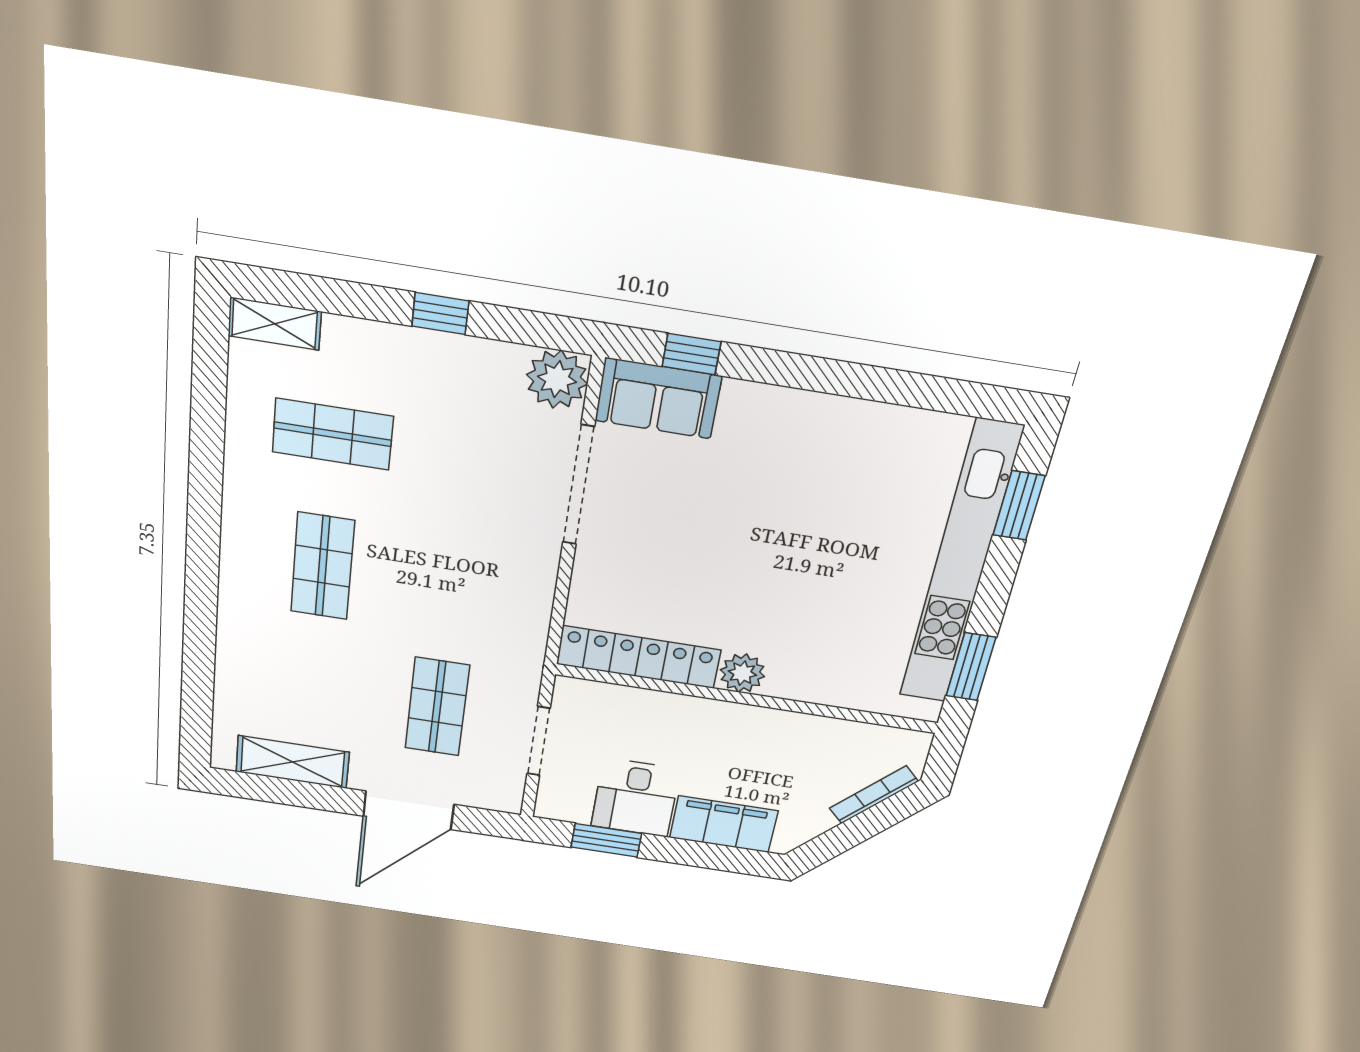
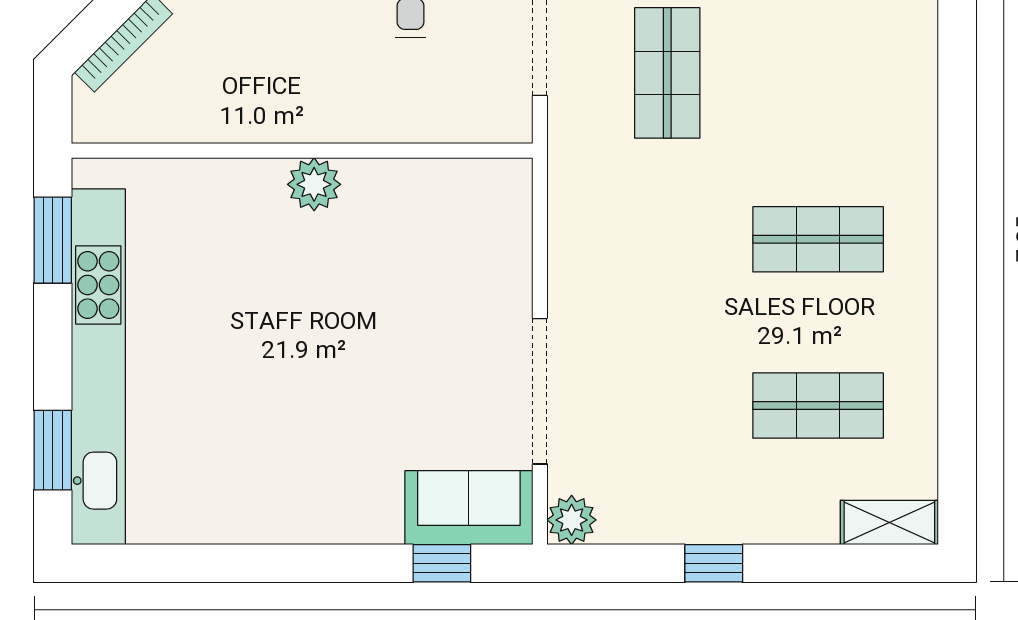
plant: (557, 379) -> (572, 520), width x0.73, depth x0.73
shop shelf: (323, 566) -> (818, 239), turned 90
locker: (638, 657) -> (439, 184), removed

